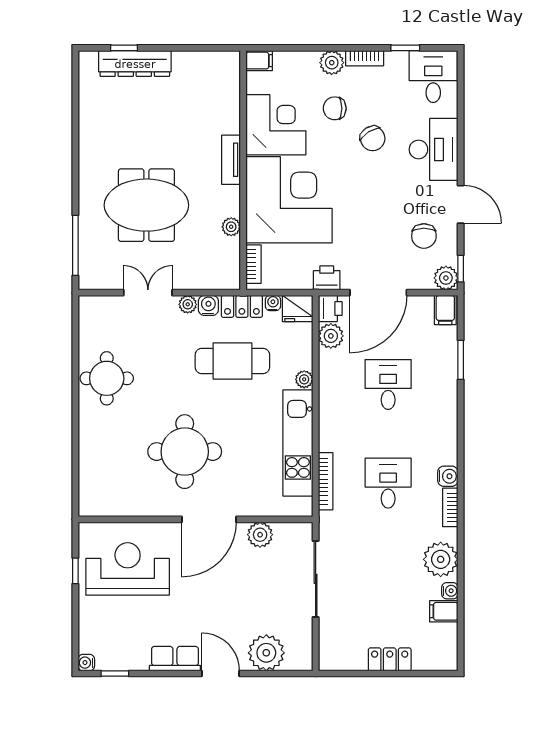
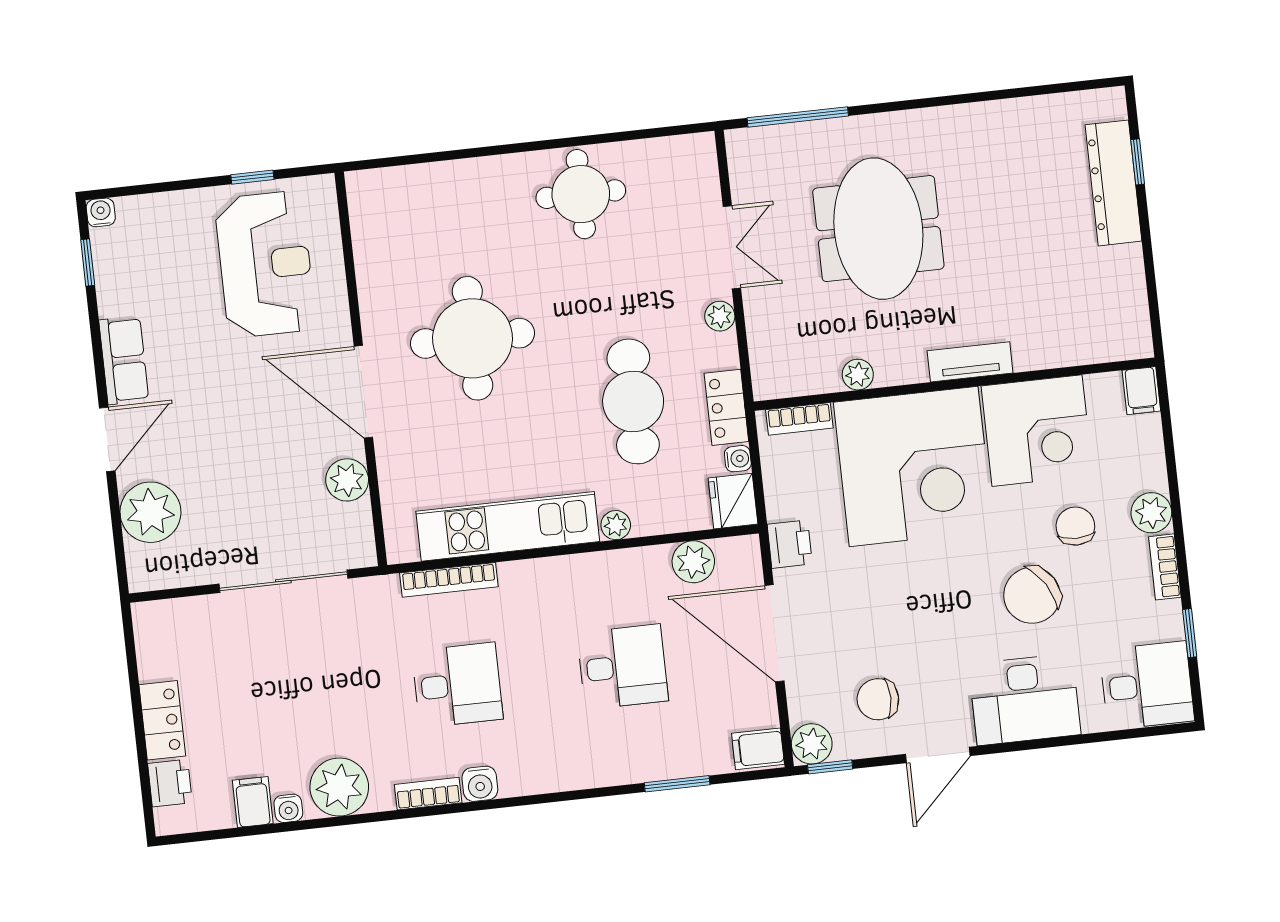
chair: (373, 138) -> (1032, 595), width x1.37, depth x1.37
water cooler: (208, 305) -> (722, 351), removed
printer: (330, 309) -> (170, 783), moved, turned -90

